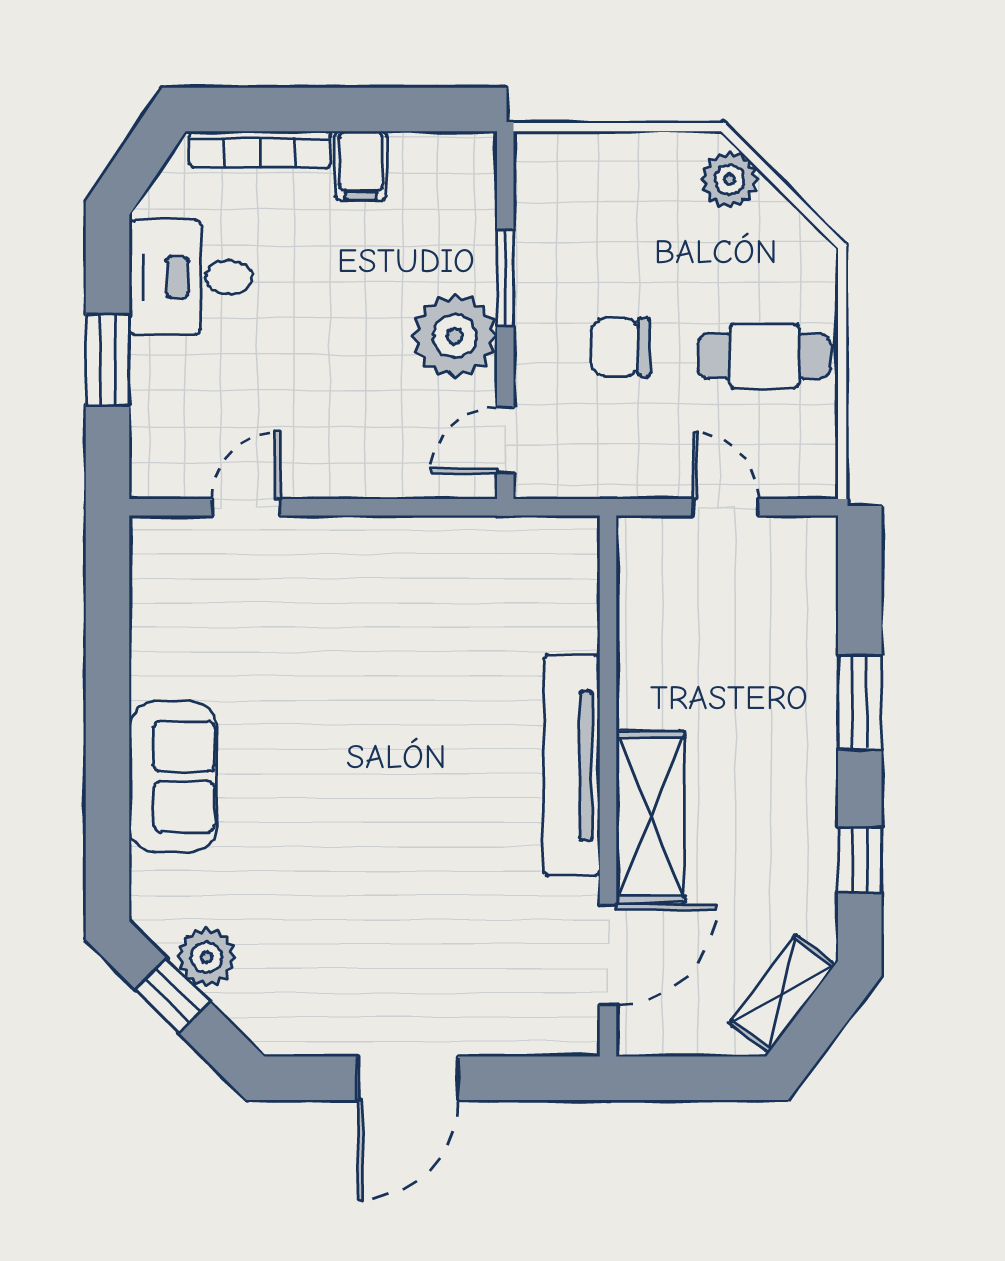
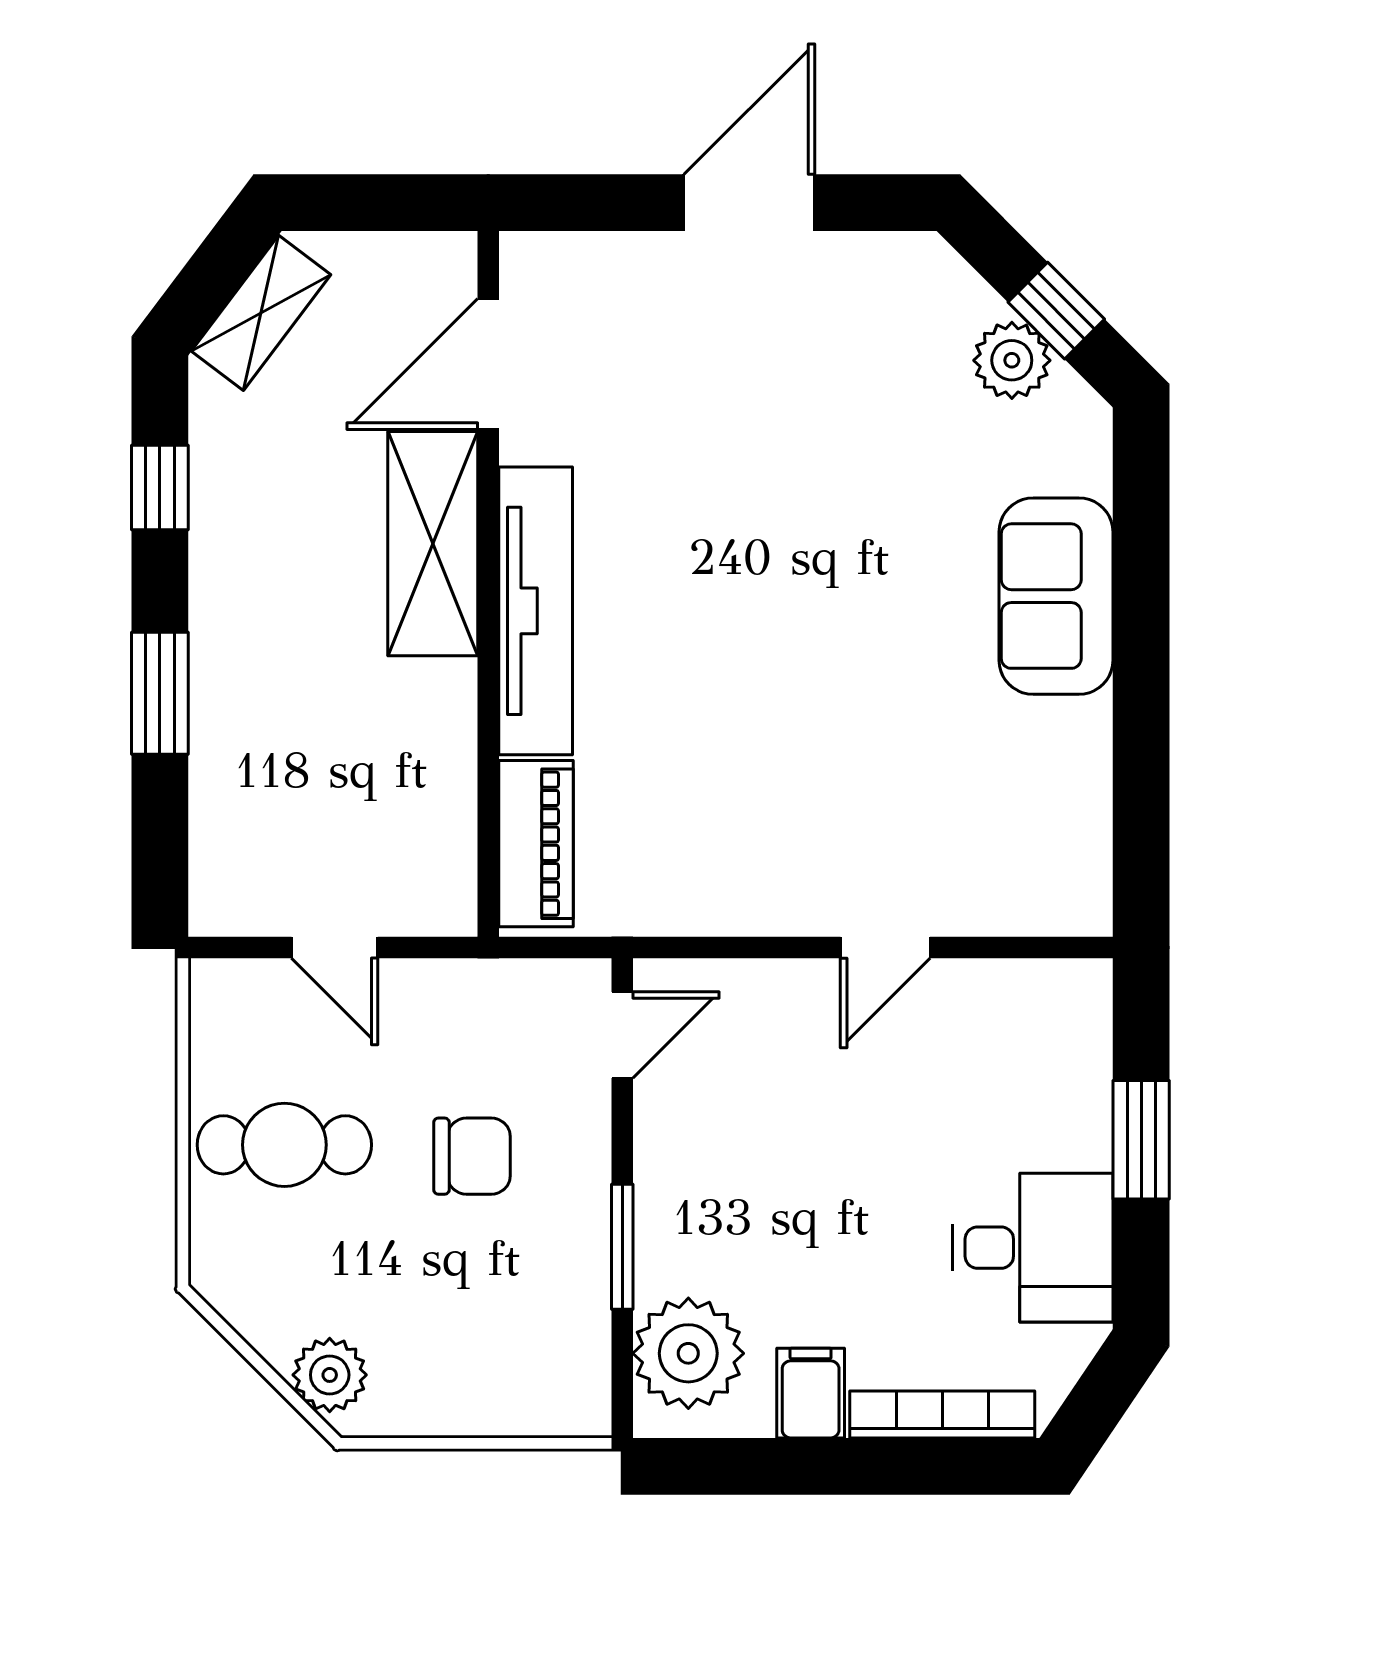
plant: (455, 336) -> (688, 1353), moved
door: (246, 507) -> (885, 947), moved
piano: (571, 587) -> (536, 844), added

